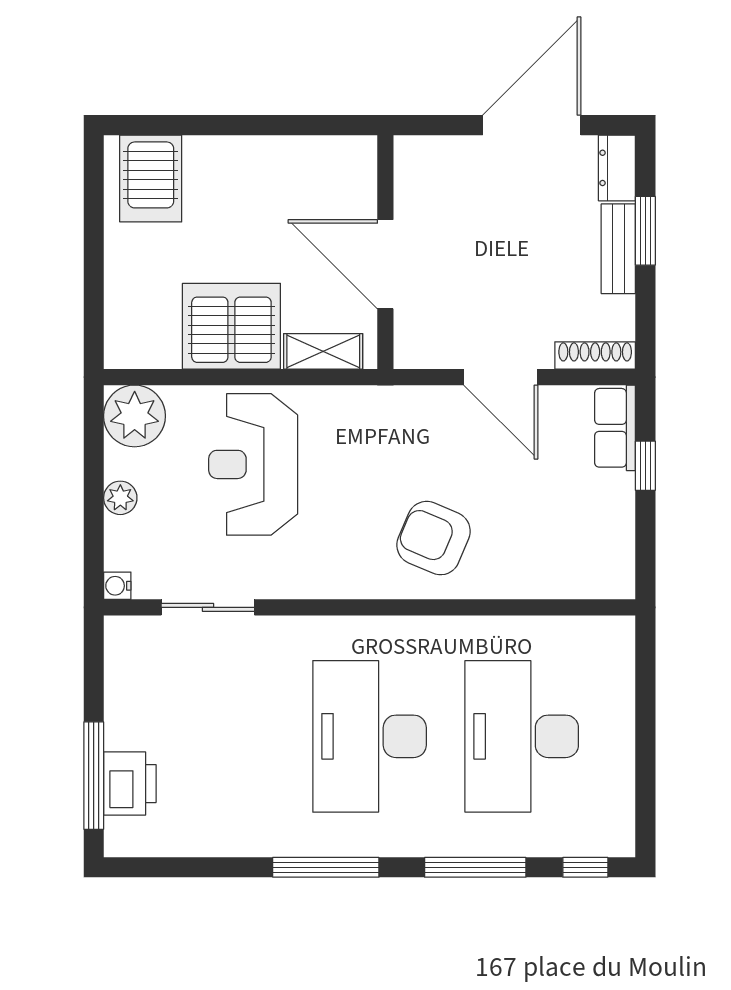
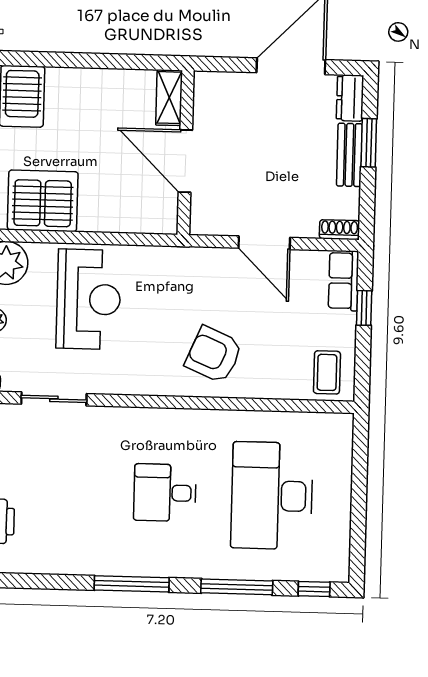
server rack: (231, 326) -> (43, 201), moved
shelving: (323, 351) -> (169, 98), moved, turned 90
shoe rack: (595, 355) -> (340, 230), width x0.70
reception desk: (253, 464) -> (89, 299), turned 180
coffee table: (595, 559) -> (327, 372), added
desk: (370, 736) -> (165, 493), width x0.53, depth x0.77

